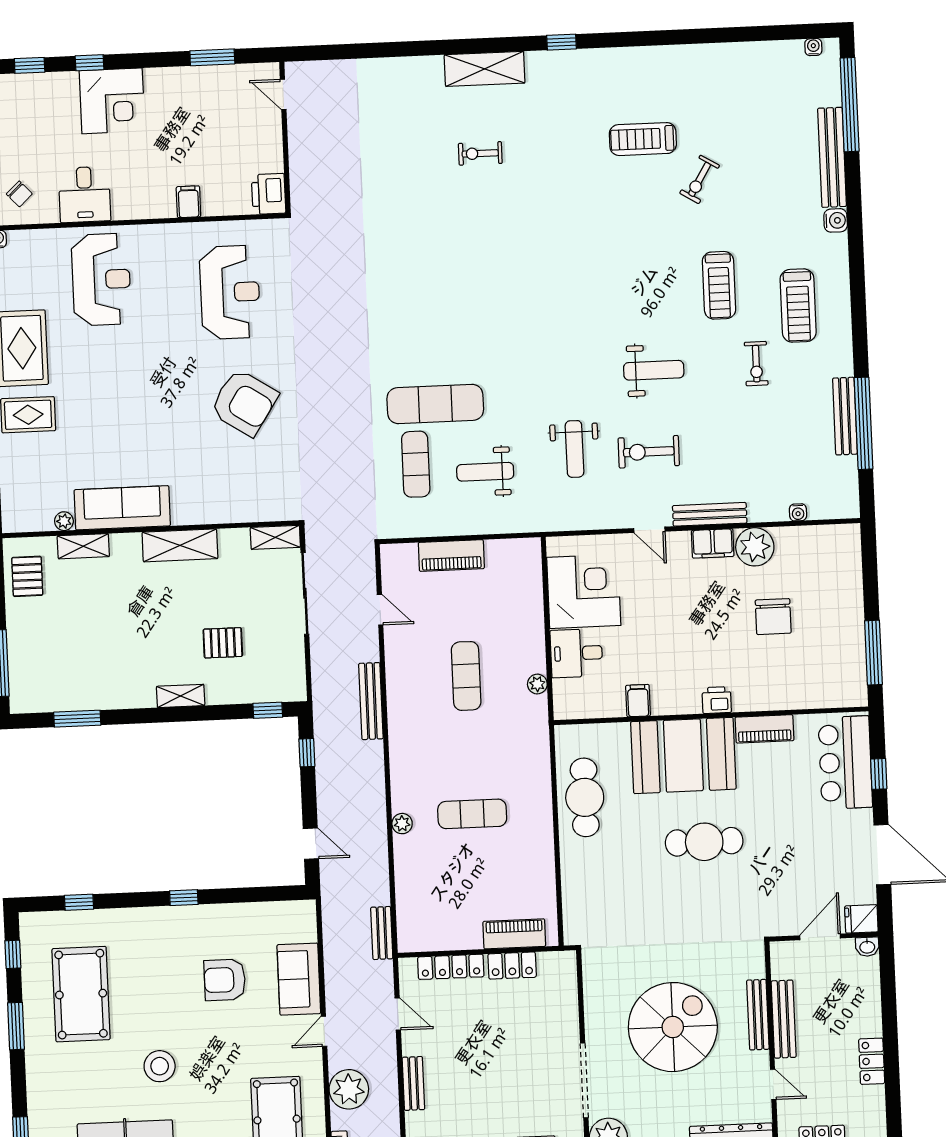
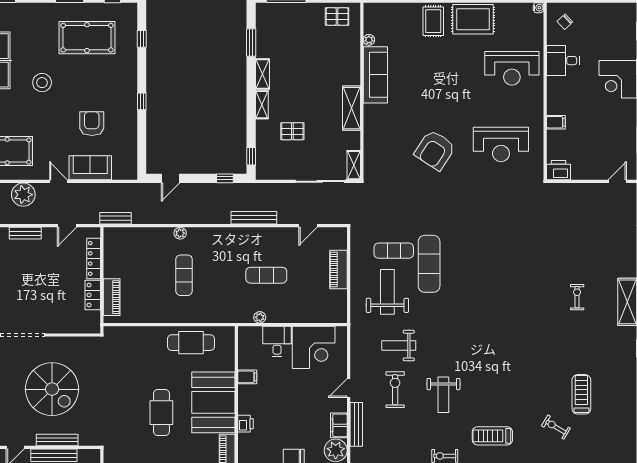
weight bench: (485, 472) -> (387, 292), width x1.36, depth x1.33
shelving: (83, 546) -> (262, 74), moved
pallet: (223, 643) -> (292, 131), turned 90

